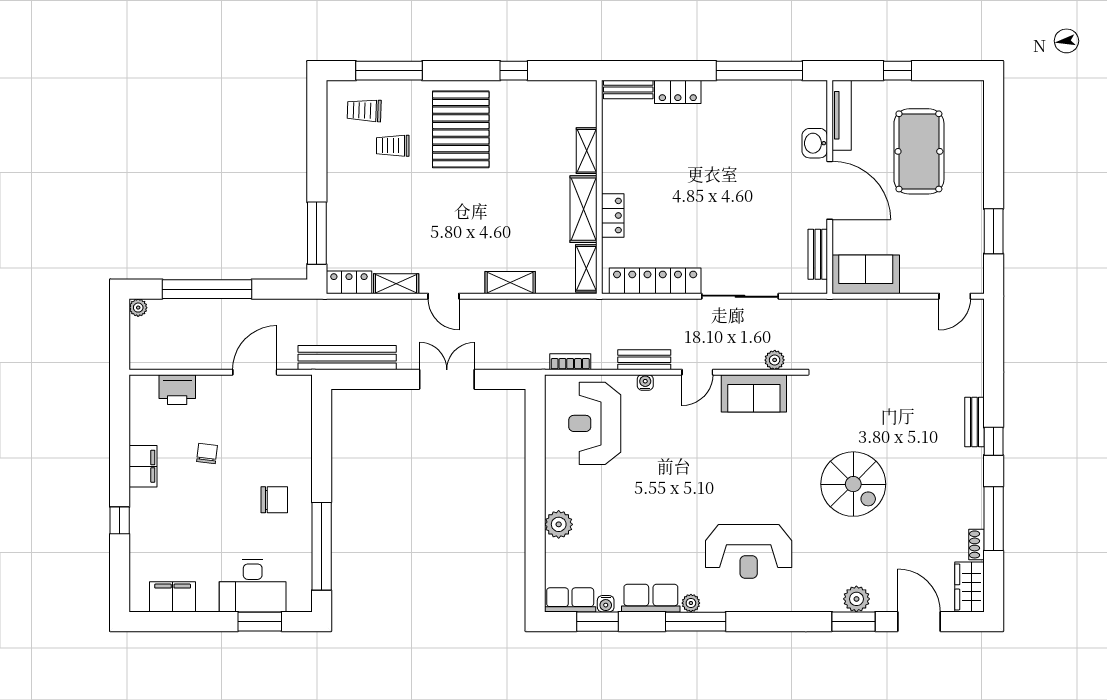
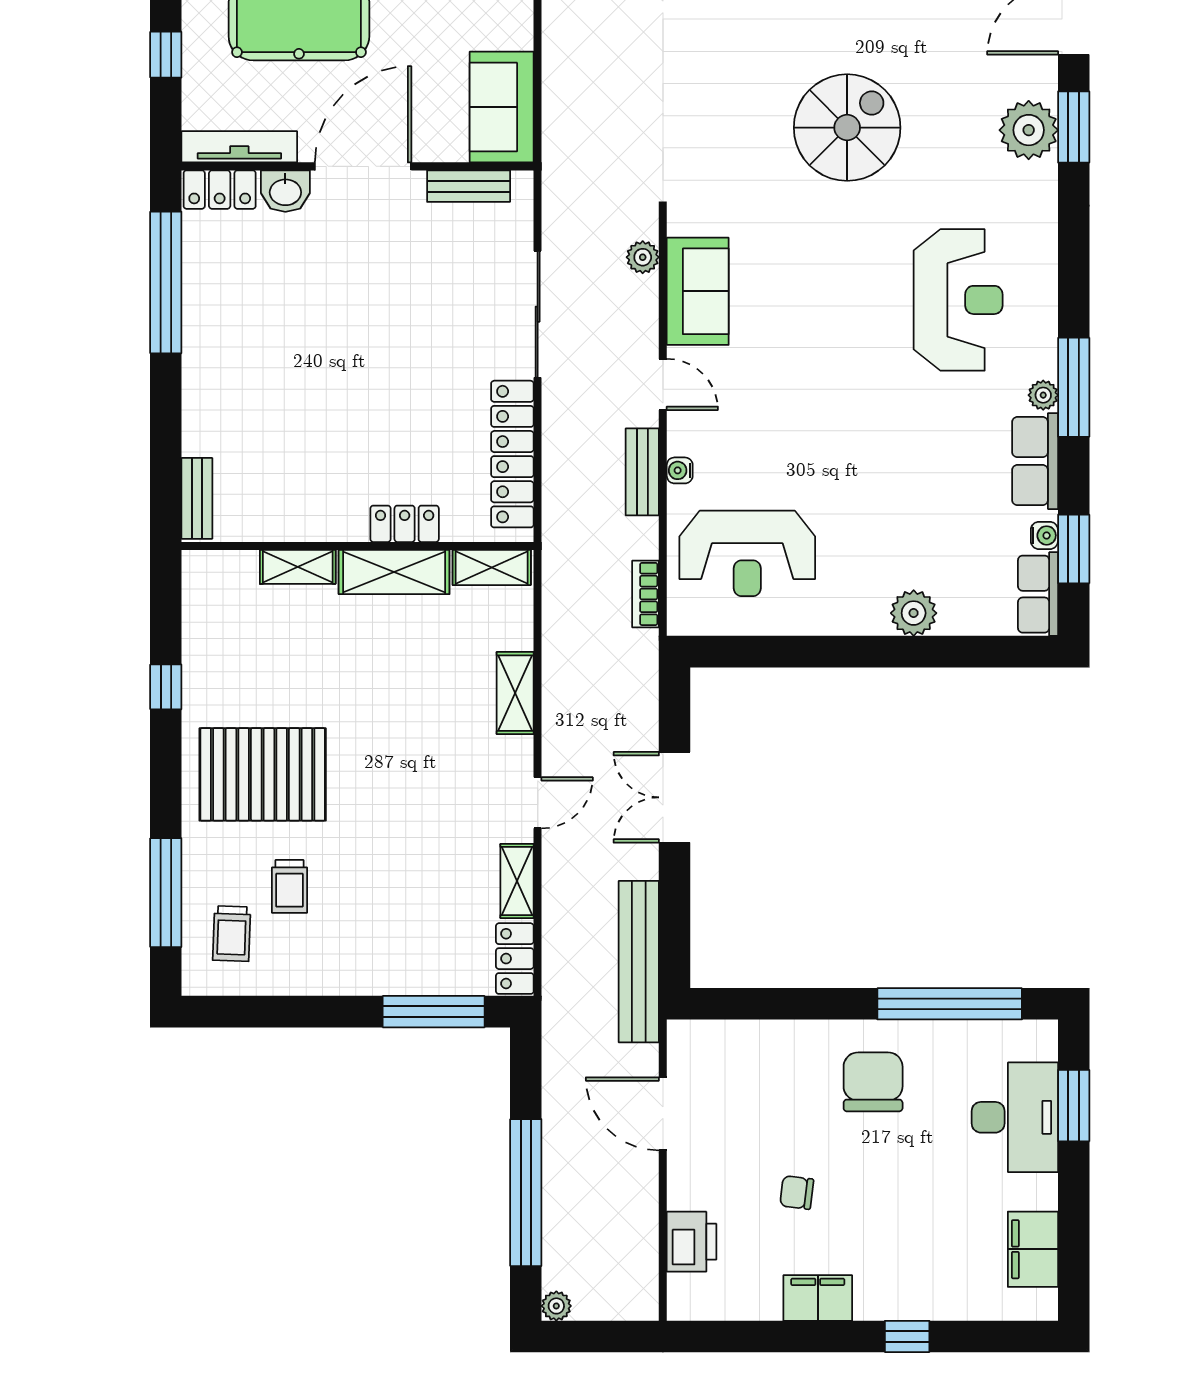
locker: (678, 92) -> (220, 190), moved, turned 90
chair: (274, 500) -> (873, 1082), width x1.37, depth x1.37
plant: (856, 599) -> (1029, 130), width x1.36, depth x1.36

